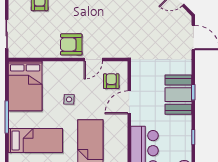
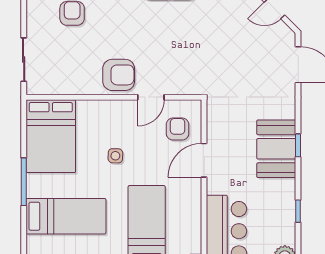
armchair: (71, 44) -> (119, 75), turned 180

